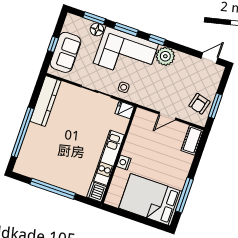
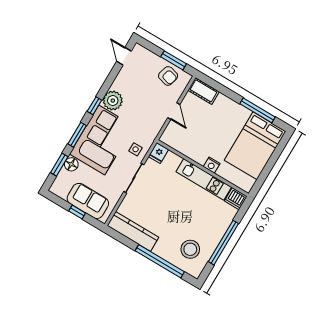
stool: (40, 159) -> (190, 249), added

